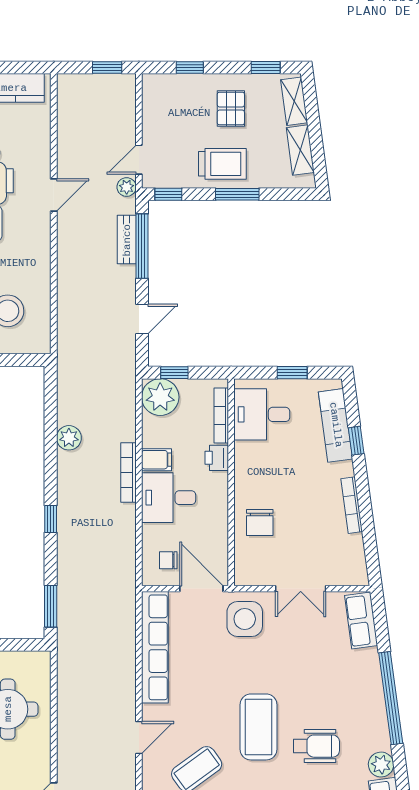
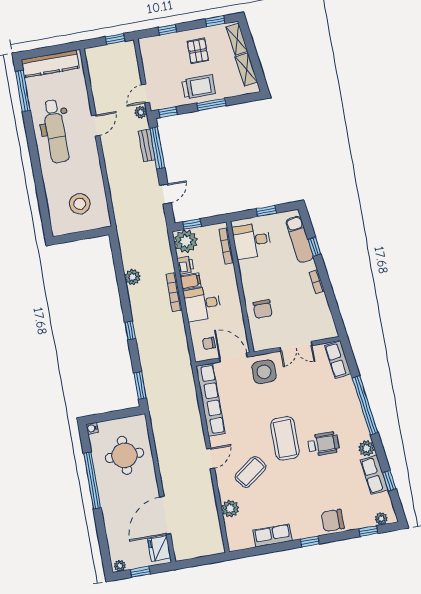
printer: (217, 458) -> (185, 265), moved, turned 180
bookcase: (352, 505) -> (317, 282), width x0.64

